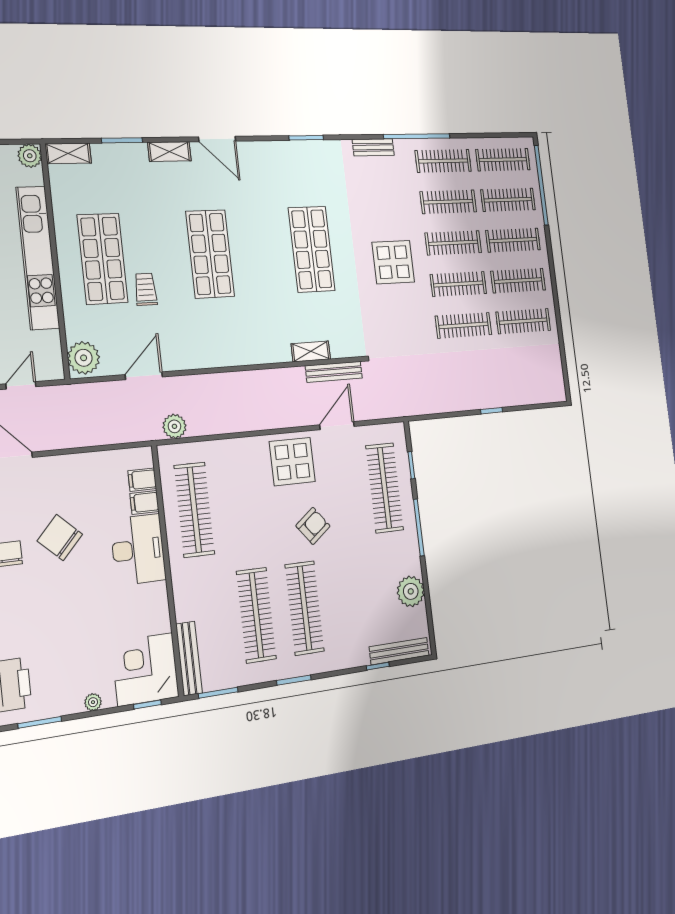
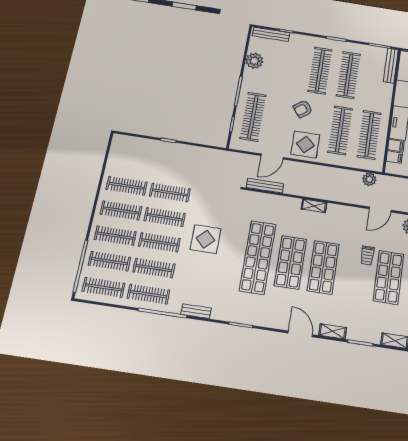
shop shelf: (312, 249) -> (258, 257), width x1.40
shop shelf: (262, 252) -> (290, 262), added
shelving: (311, 351) -> (314, 206), moved
clothes rail: (244, 504) -> (340, 130), added

